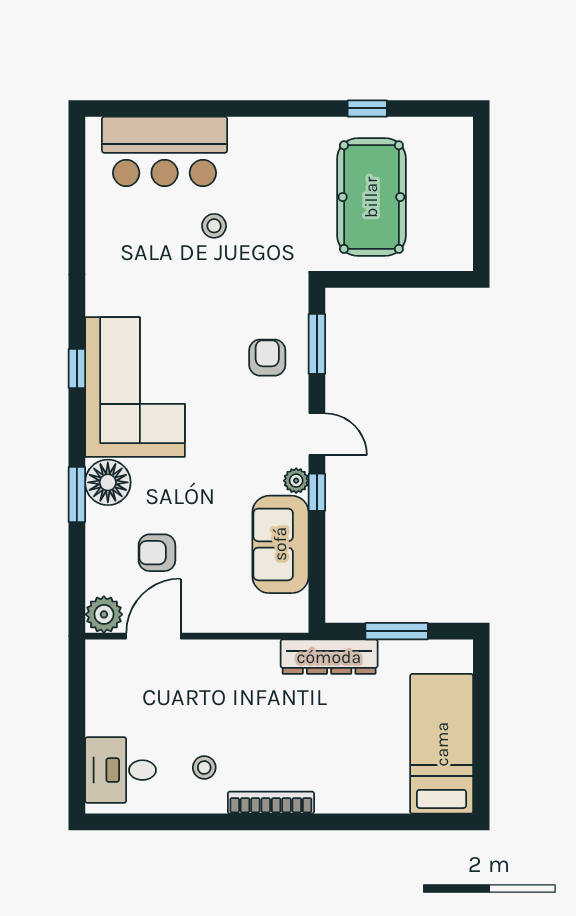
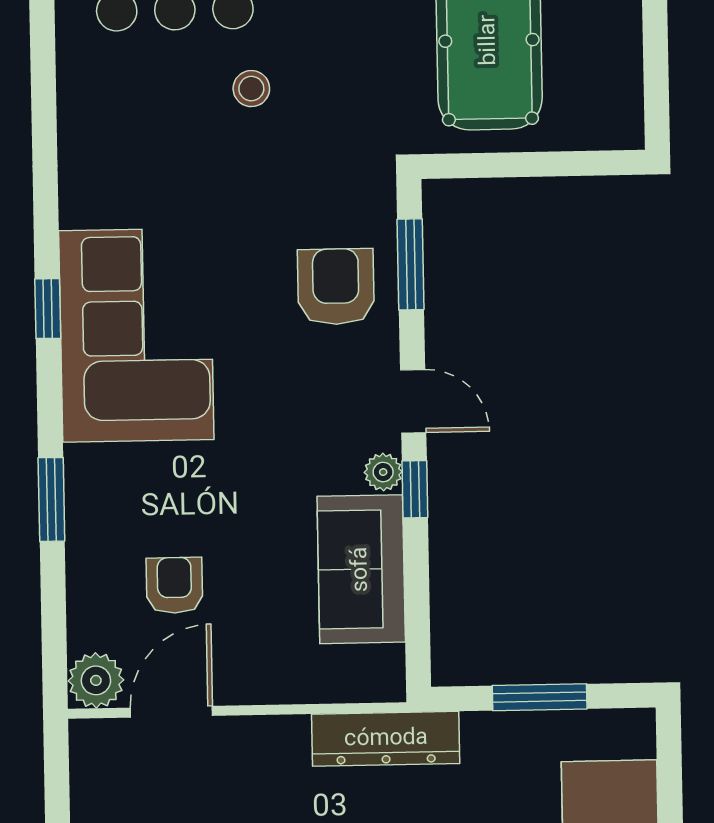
armchair: (267, 358) -> (336, 287), width x1.38, depth x1.38
floor lamp: (108, 482) -> (98, 480), removed
armchair: (157, 553) -> (174, 585), turned 90
dresser: (329, 657) -> (386, 739), moved

